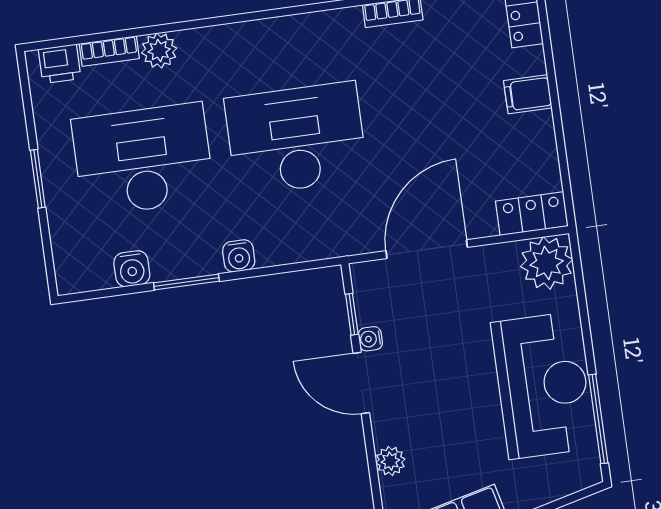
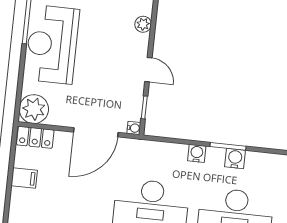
filing cabinet: (528, 94) -> (24, 178), moved
water cooler: (132, 269) -> (235, 158), moved
water cooler: (370, 339) -> (134, 128), moved
door: (361, 383) -> (148, 70), width x0.73

